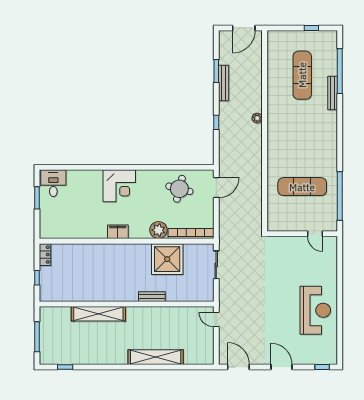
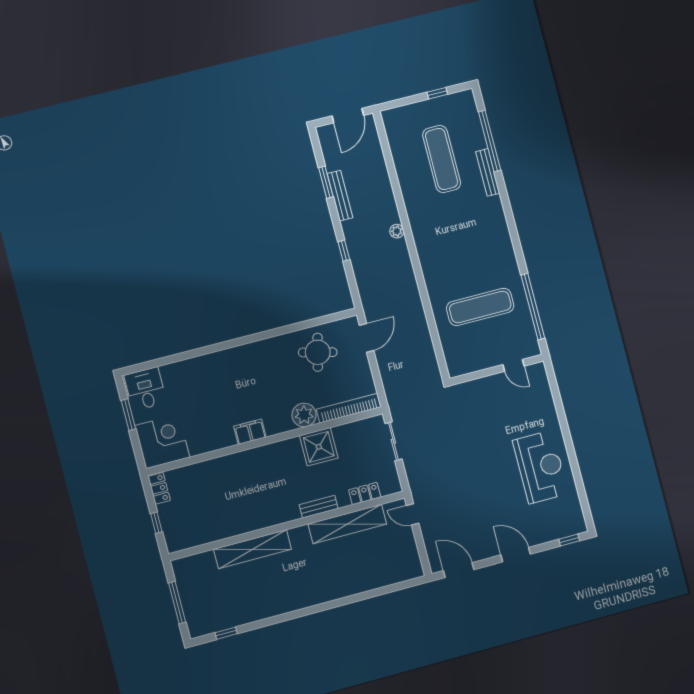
corner desk: (119, 186) -> (162, 441), moved, turned -90
shower: (167, 259) -> (319, 447), width x0.73, depth x0.73
locker: (187, 296) -> (365, 493), added
shelving: (156, 357) -> (347, 524), moved

